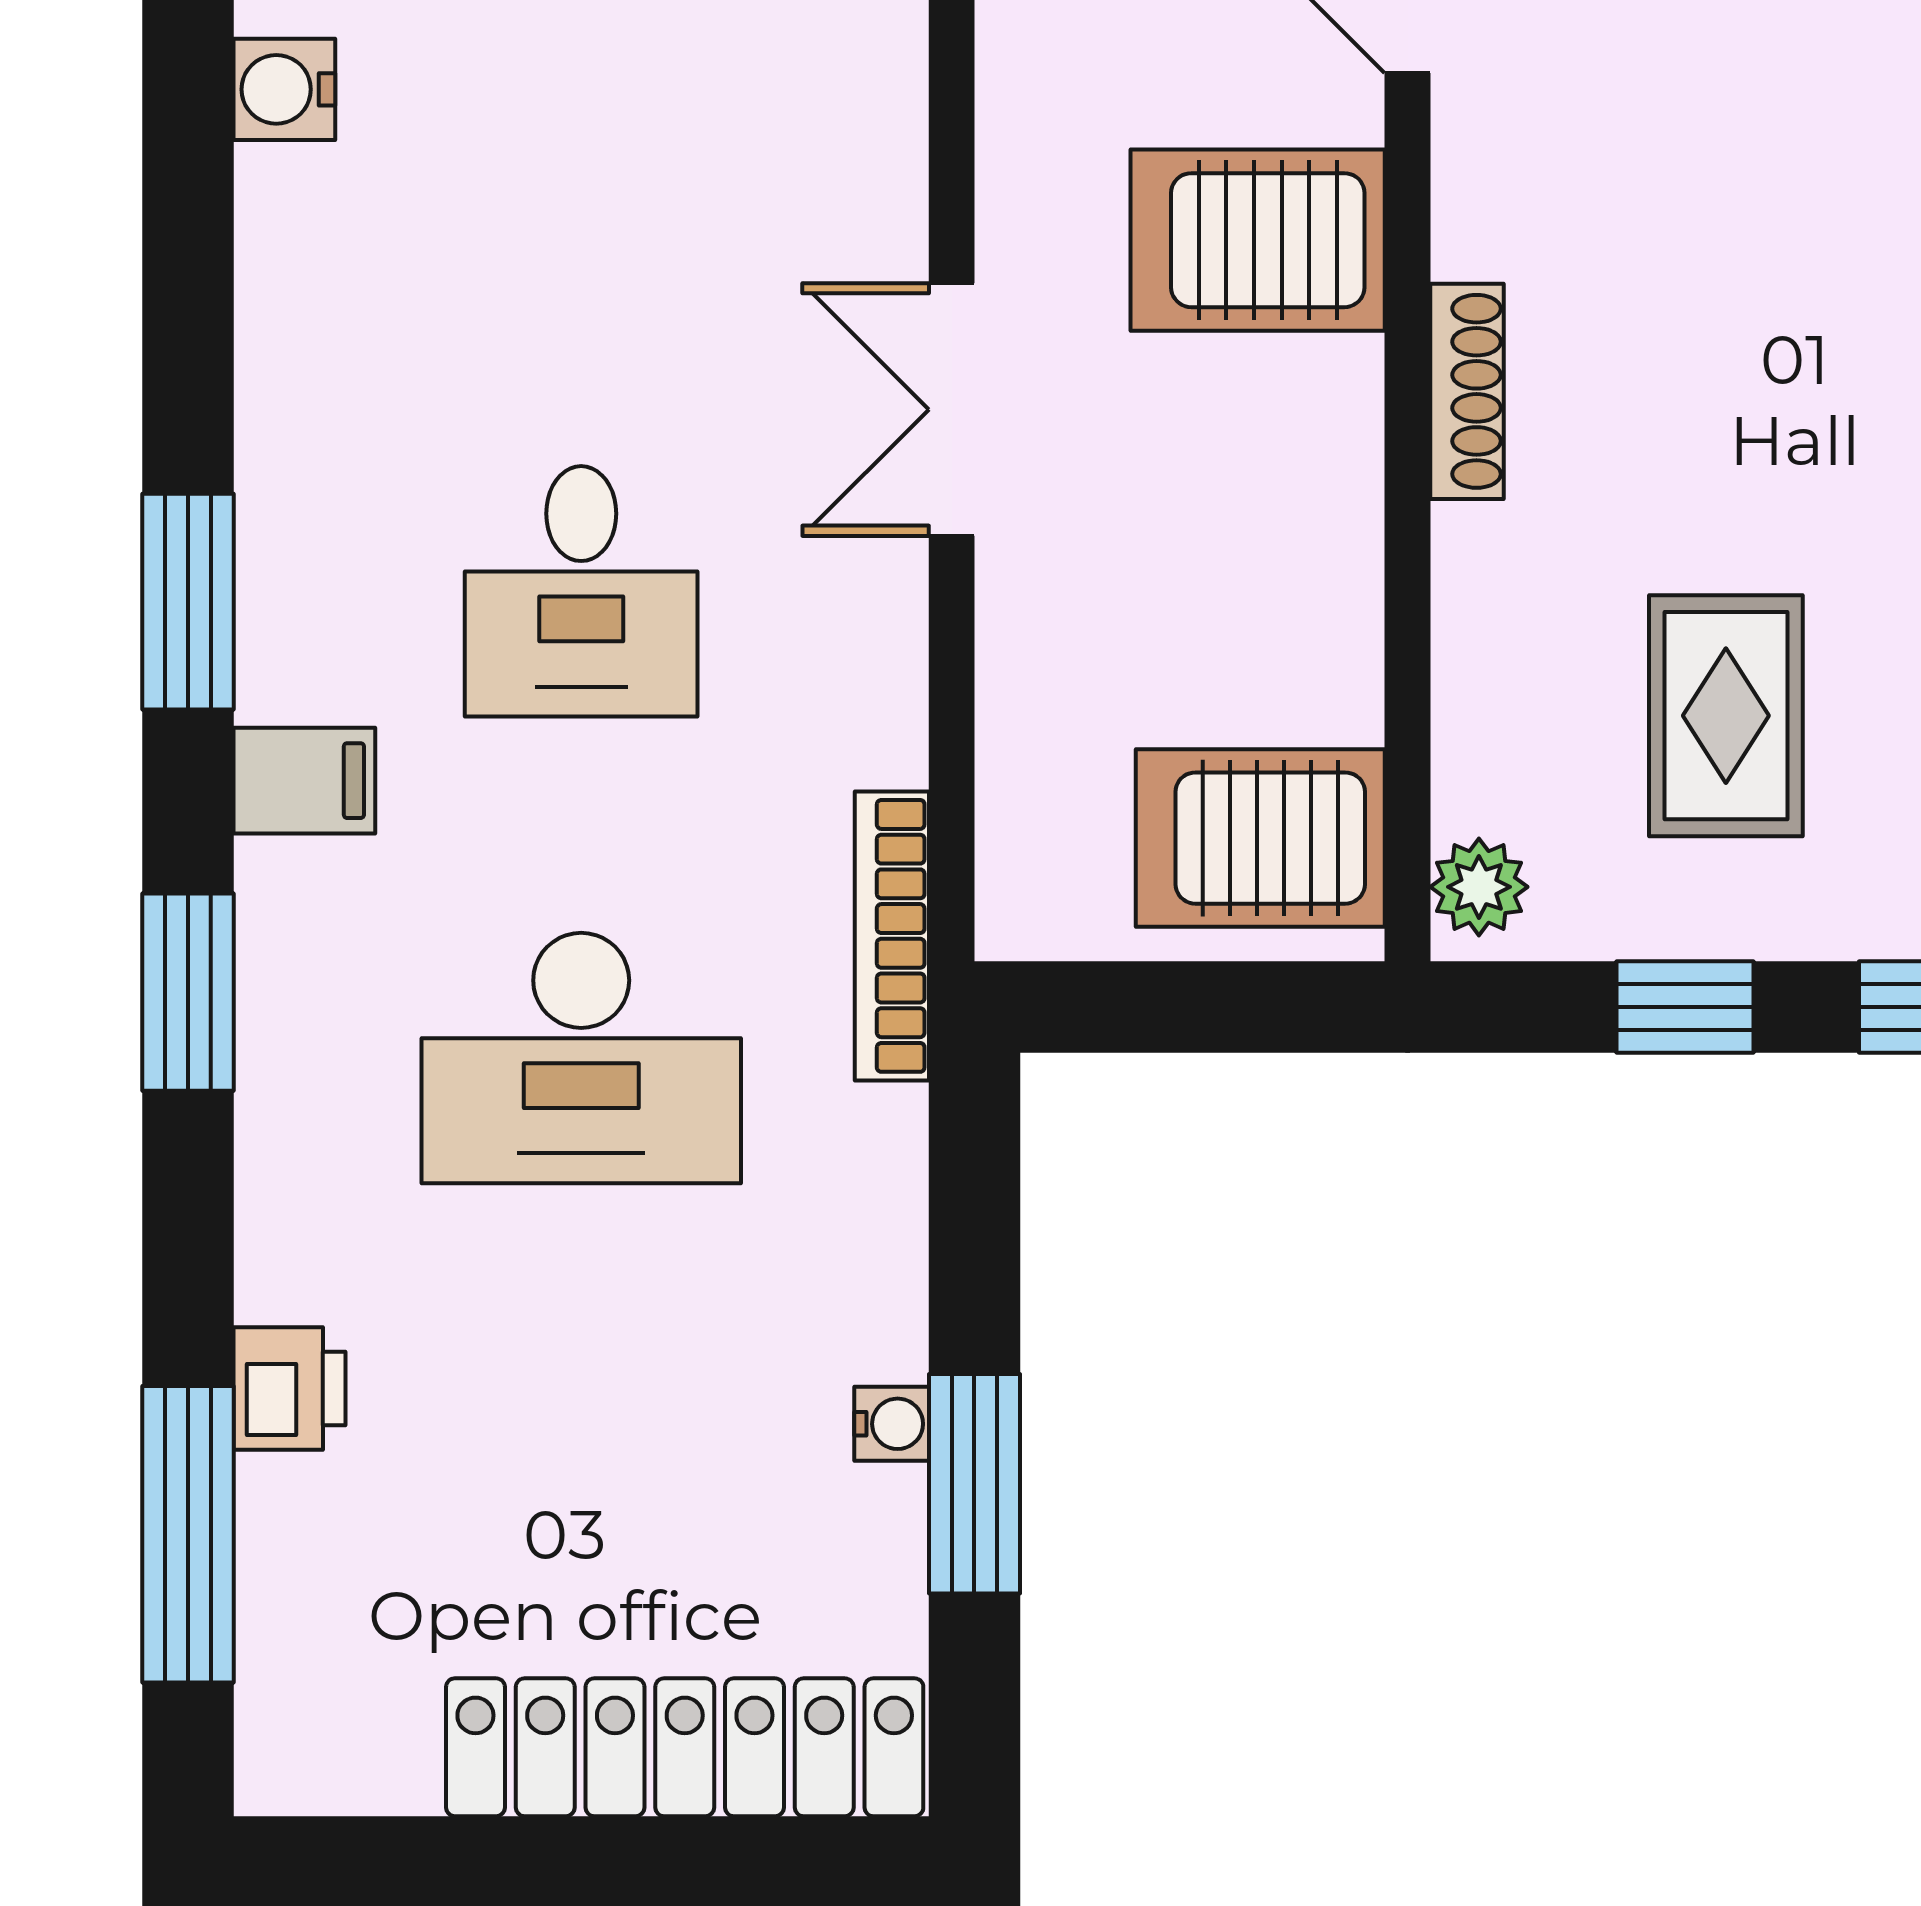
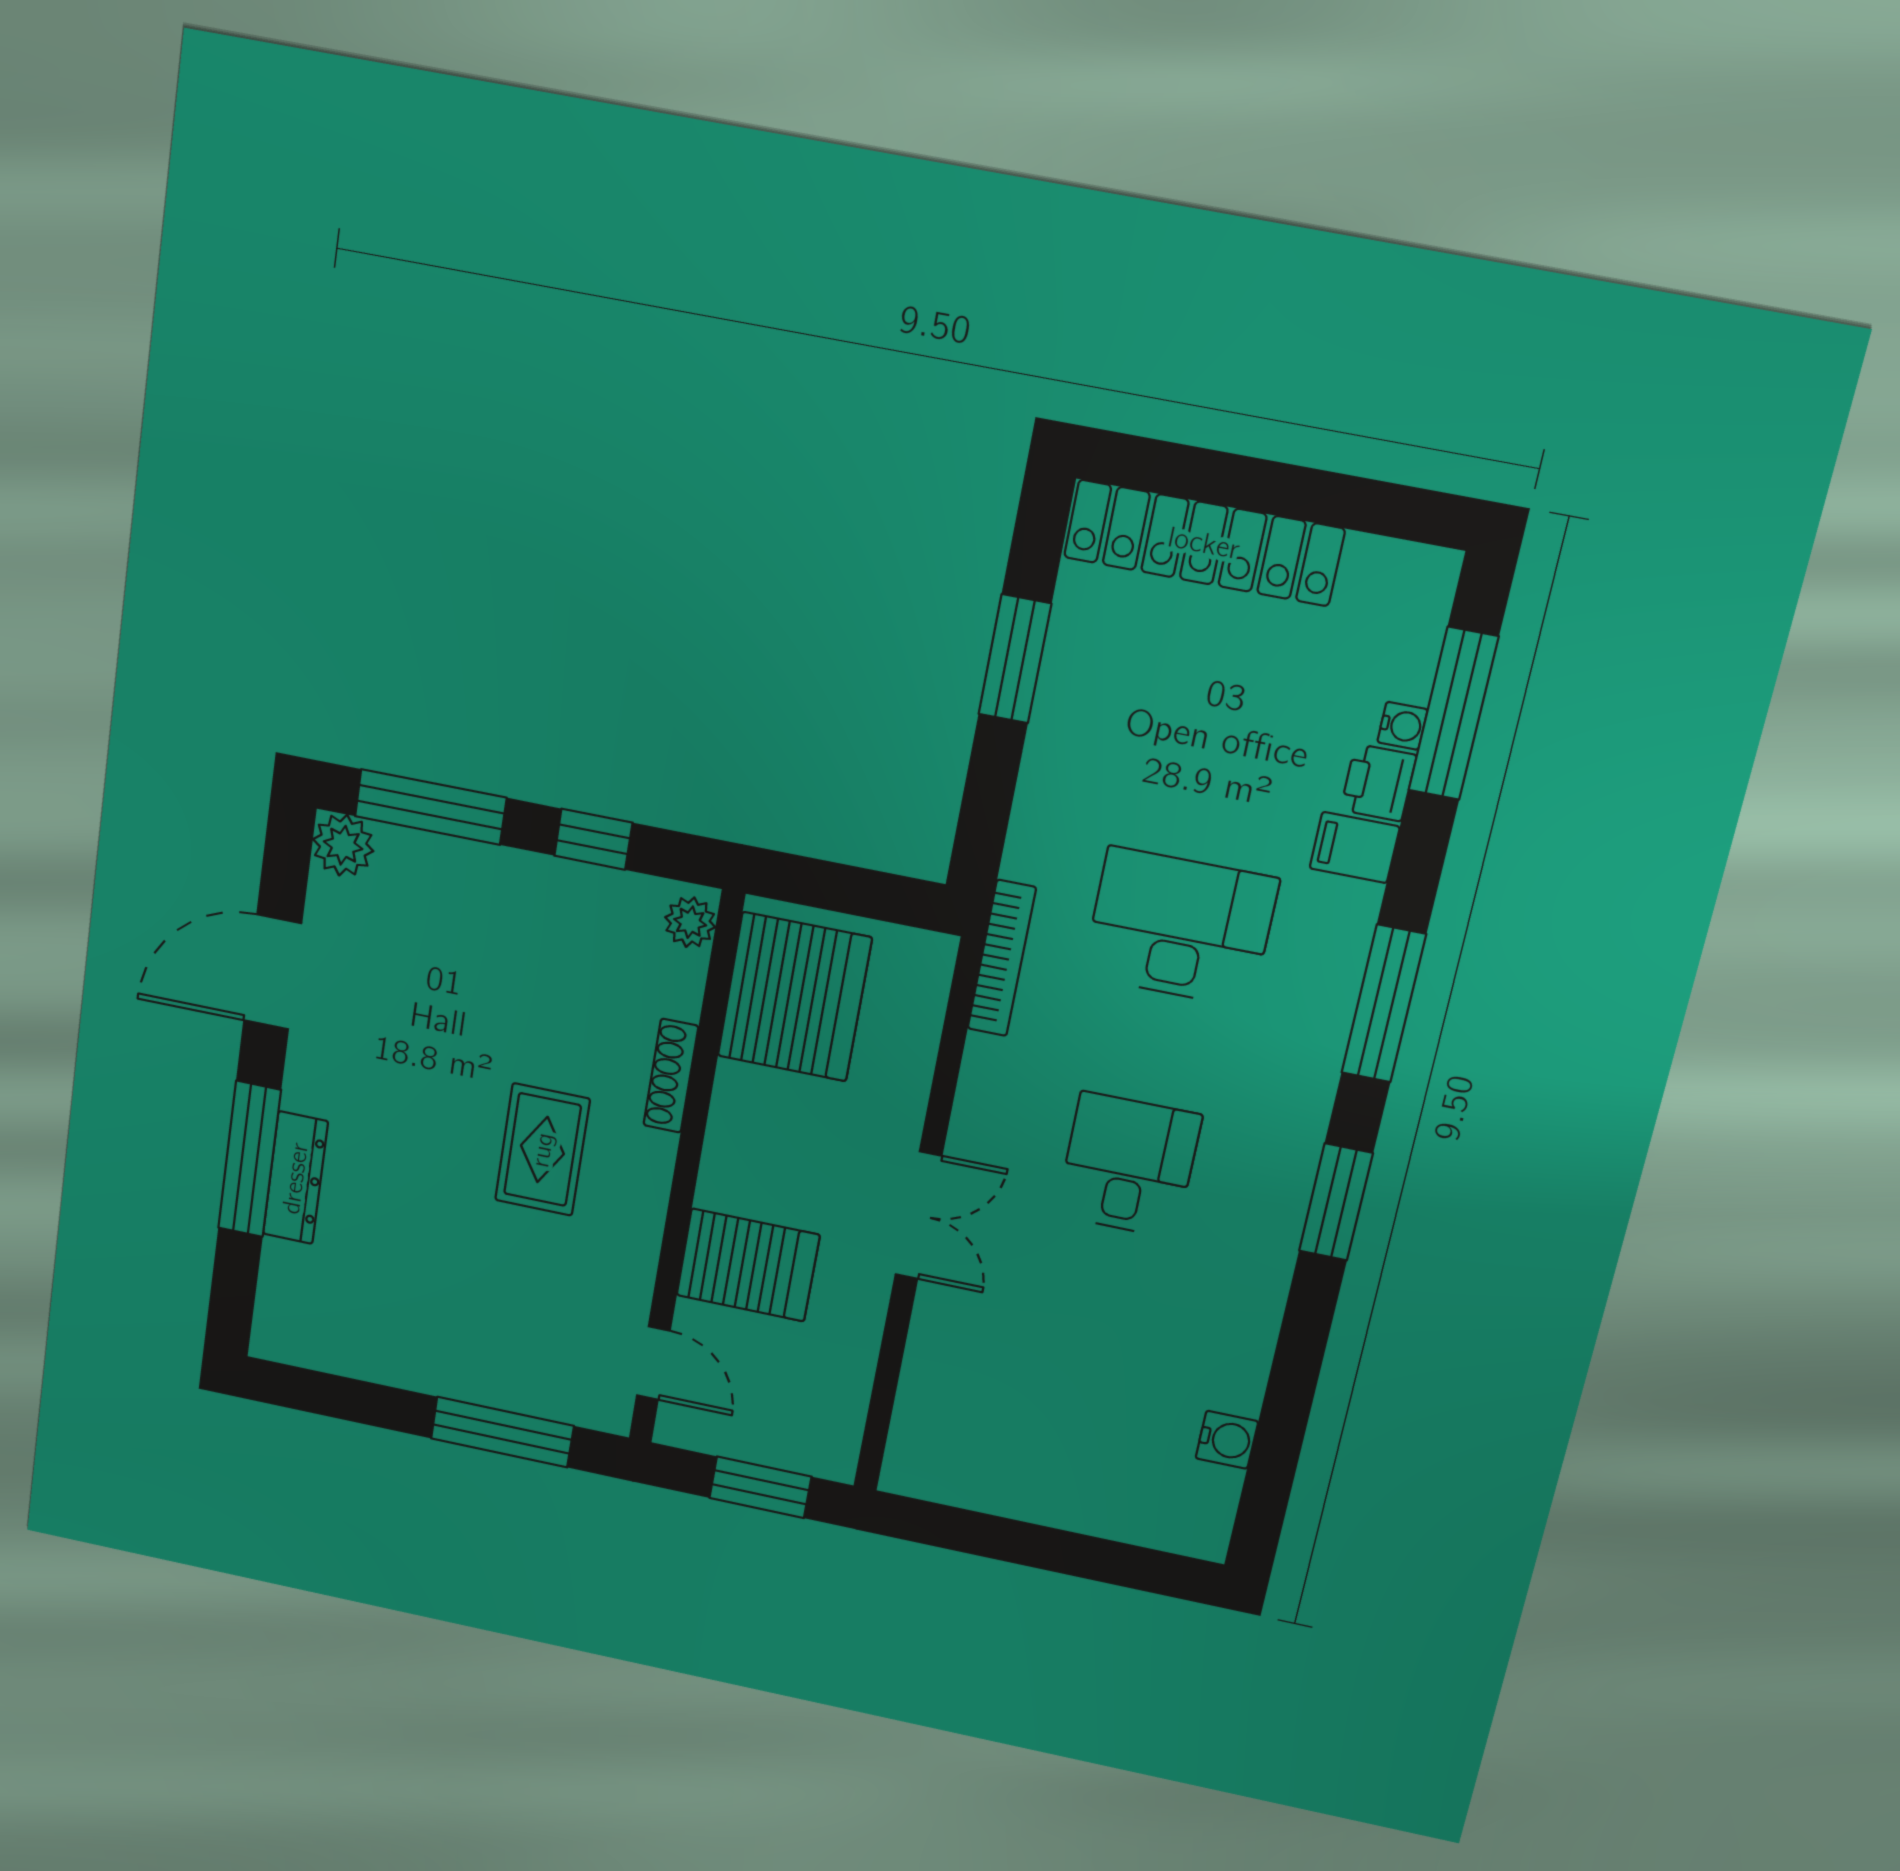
shoe rack: (1467, 391) -> (671, 1076), moved
rug: (1726, 716) -> (542, 1150), moved
filing cabinet: (304, 781) -> (1355, 848), moved
server rack: (1260, 838) -> (794, 997), width x1.60
window: (188, 992) -> (1384, 1004), width x1.44
water cooler: (892, 1424) -> (1402, 726), moved, turned 180

